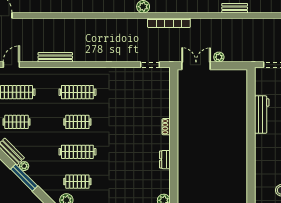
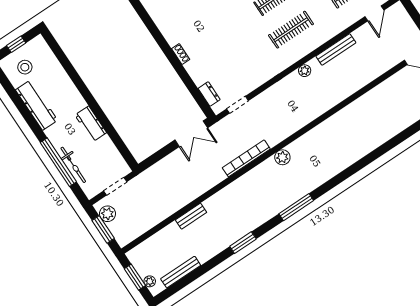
plant: (219, 57) -> (305, 71), moved
workbench: (262, 115) -> (91, 124), width x0.73
dresser: (165, 160) -> (209, 94), moved

